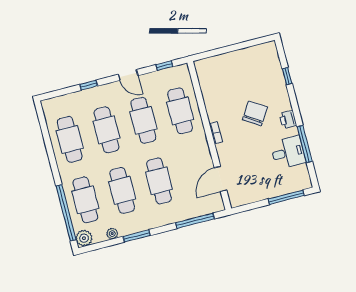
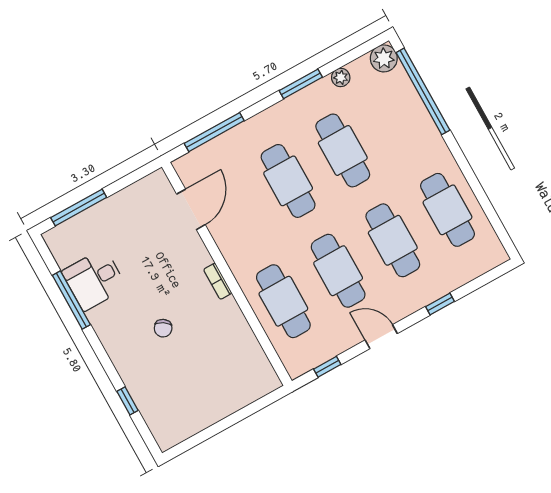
chair: (255, 113) -> (163, 328), width x0.54, depth x0.54
printer: (288, 119) -> (108, 332), removed
cafe table: (85, 200) -> (397, 120), removed

